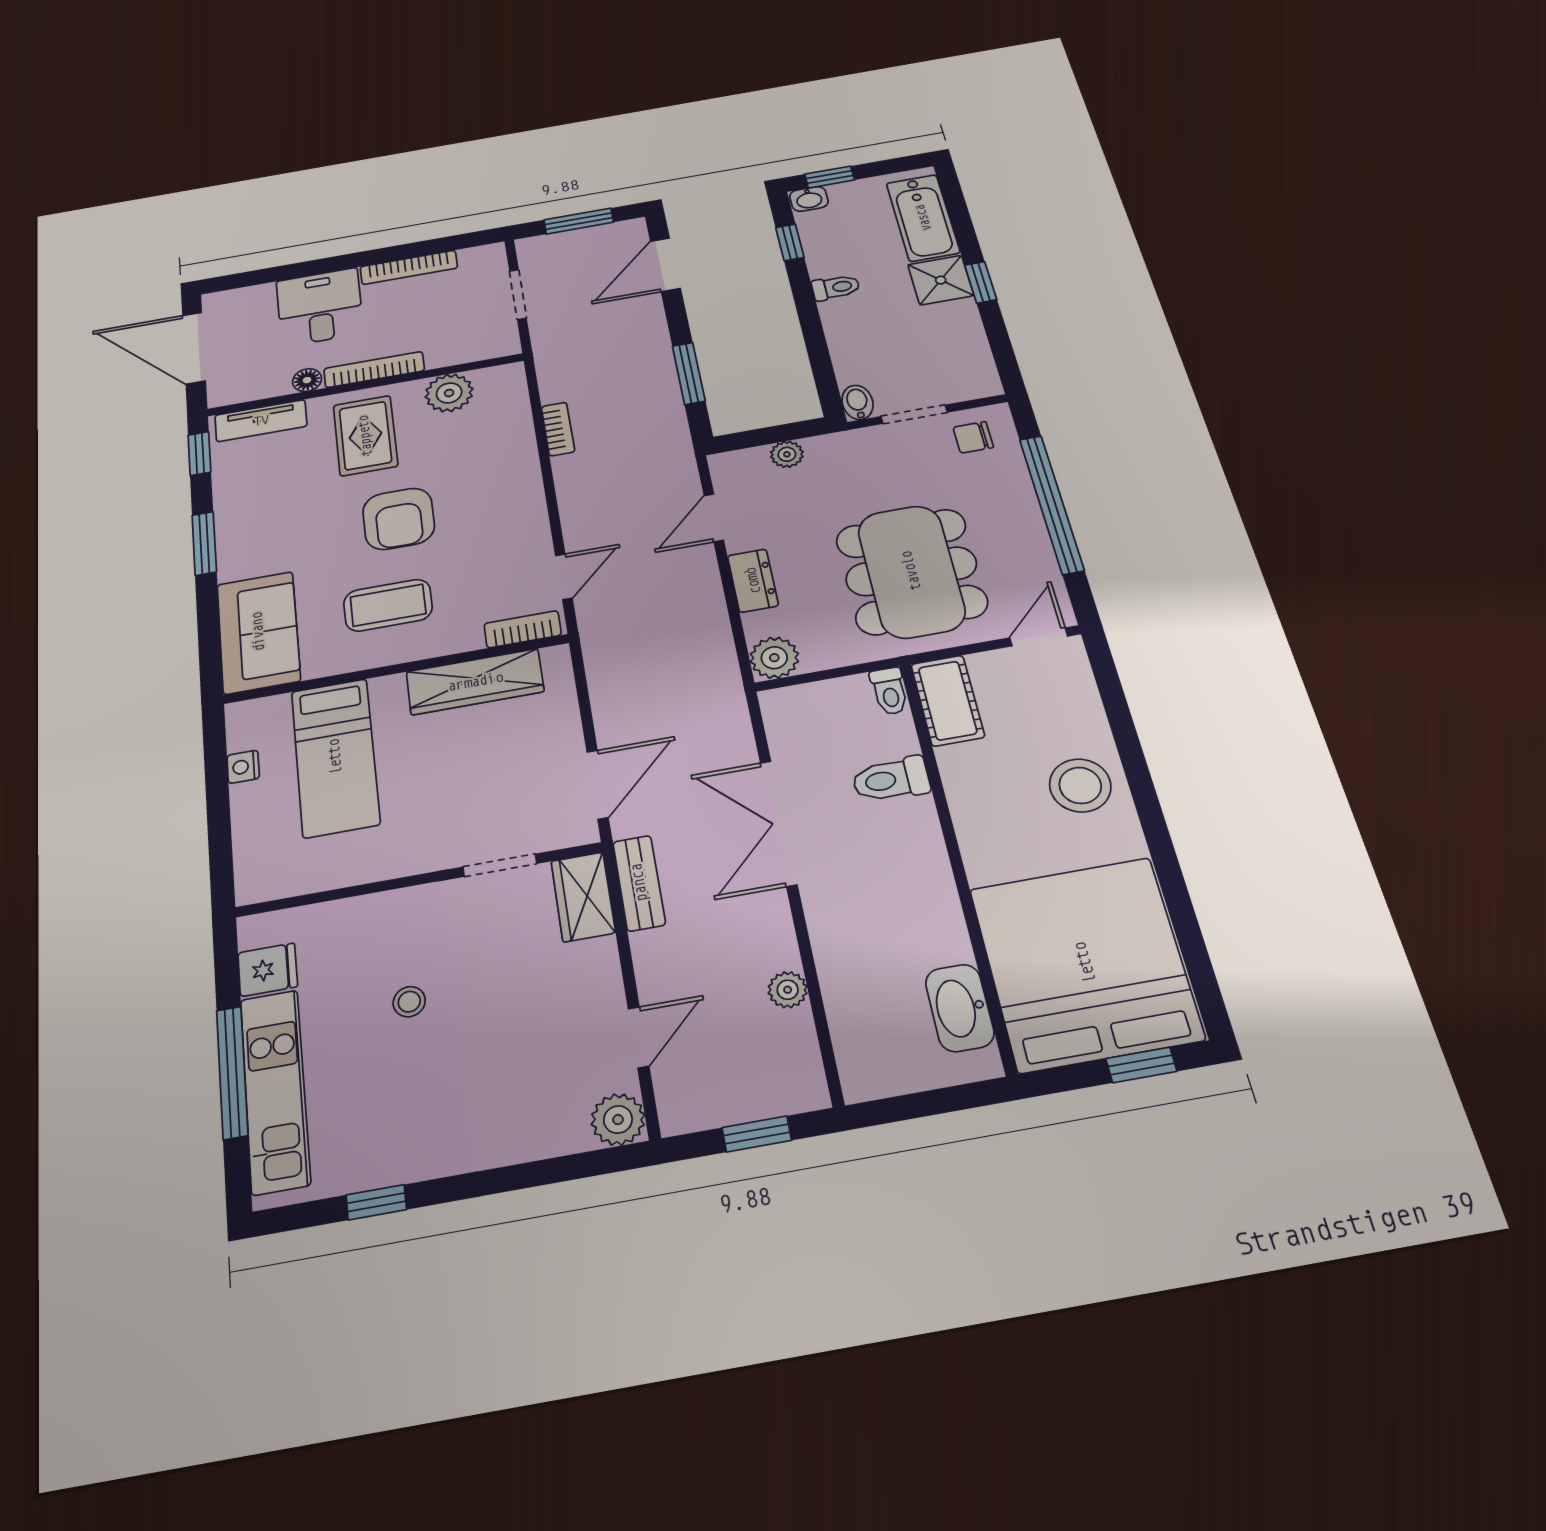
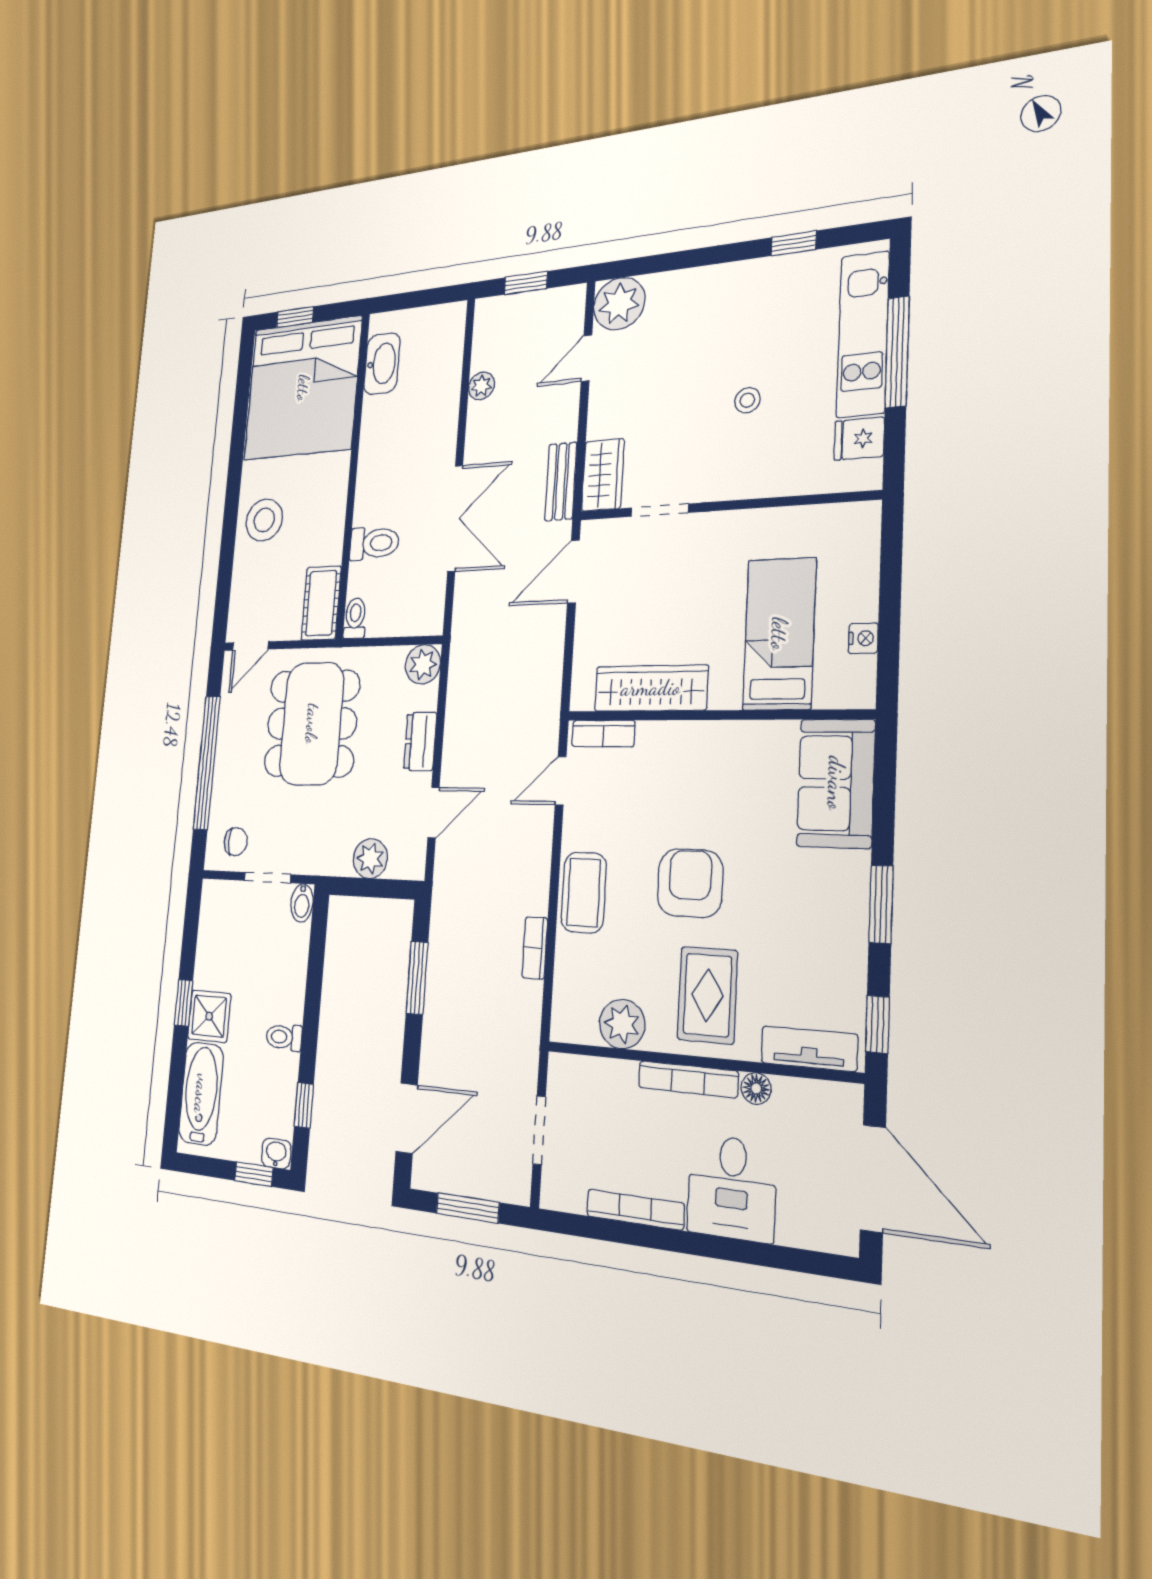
plant: (787, 454) -> (370, 858), width x1.38, depth x1.38
coffee table: (388, 605) -> (584, 893), moved, turned 90
plant: (618, 1120) -> (619, 304), width x1.36, depth x1.36

